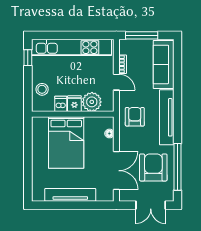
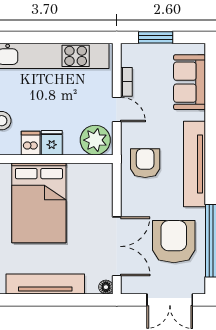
window: (142, 35) -> (156, 37), width x0.69
sofa: (164, 64) -> (190, 82), width x0.73
plant: (92, 102) -> (95, 140), moved
floor lamp: (109, 133) -> (106, 287), moved

